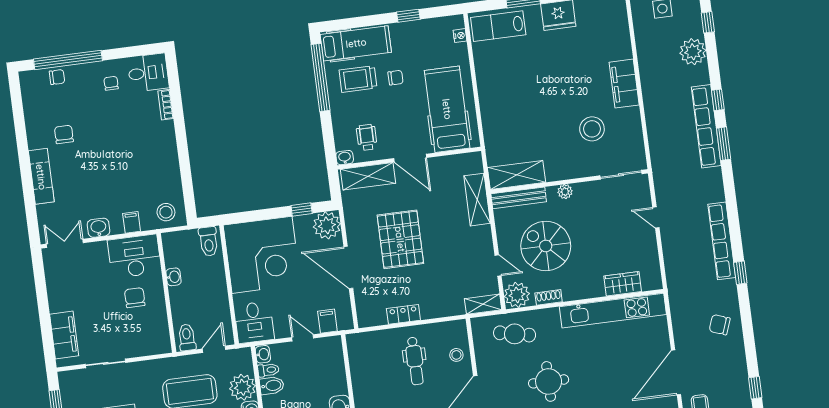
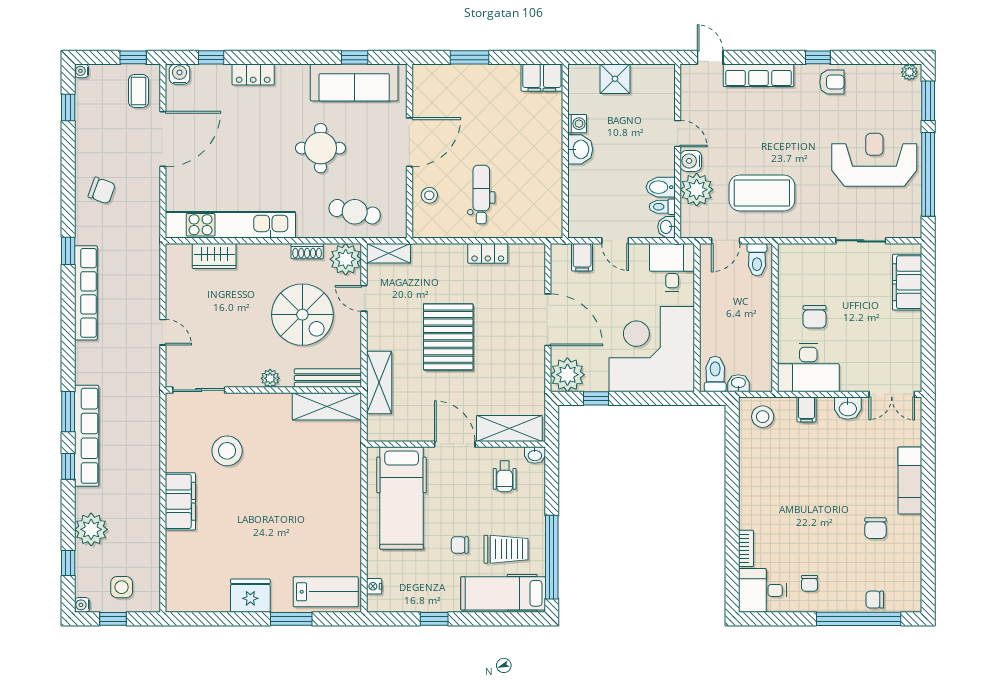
pallet: (400, 239) -> (448, 337), moved
washbasin: (174, 277) -> (738, 383), moved, turned 90

